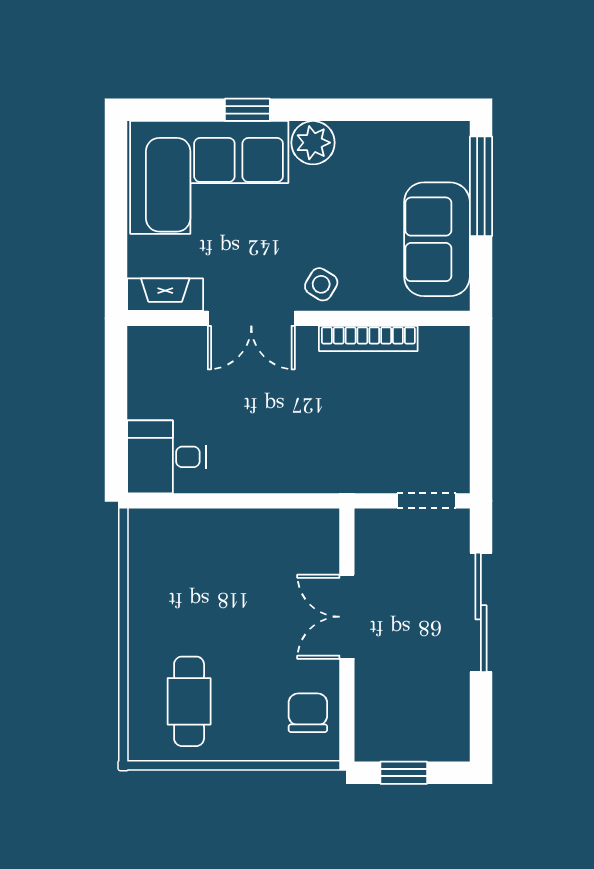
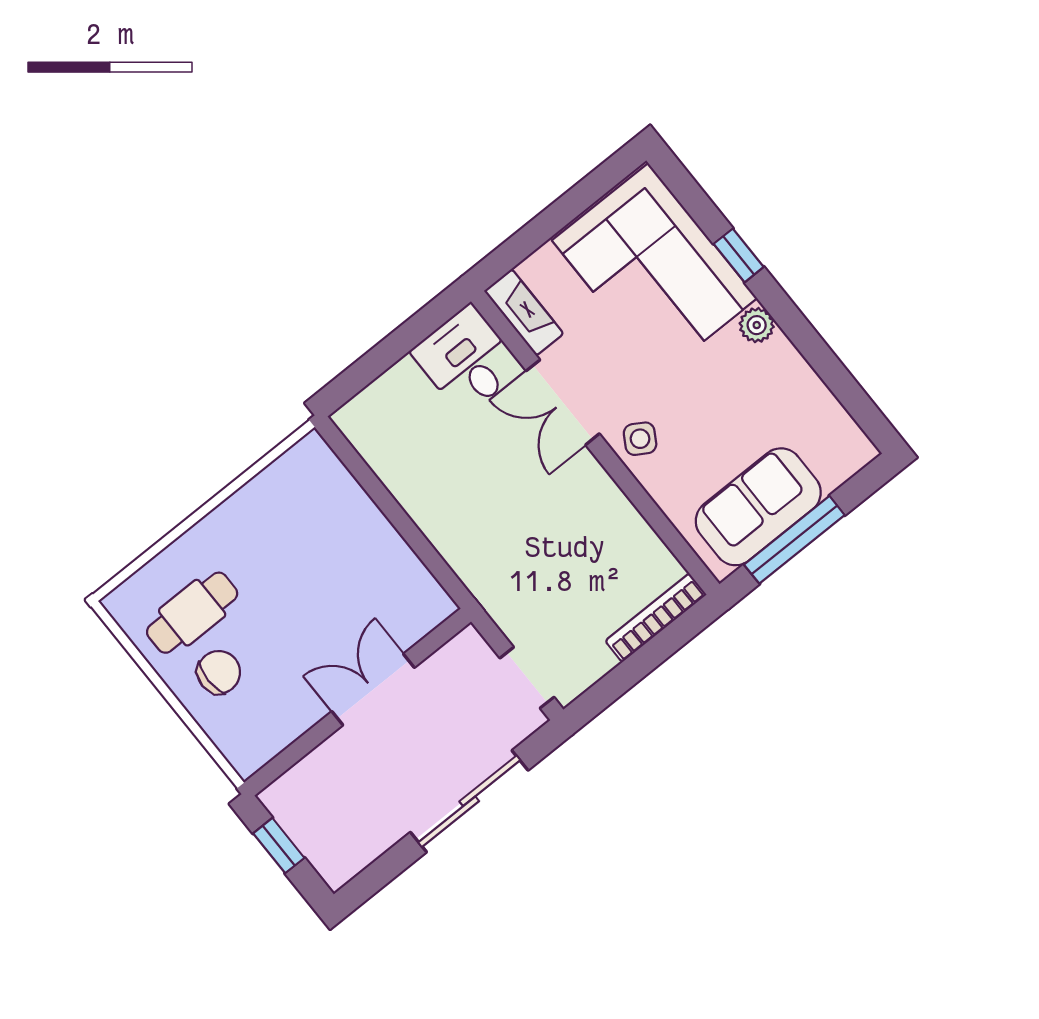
plant: (313, 143) -> (757, 325), width x0.73, depth x0.73
window: (481, 186) -> (794, 540), moved
bookcase: (368, 338) -> (656, 618), moved, turned 90
desk: (167, 457) -> (467, 360), moved
chair: (308, 713) -> (219, 672), moved

